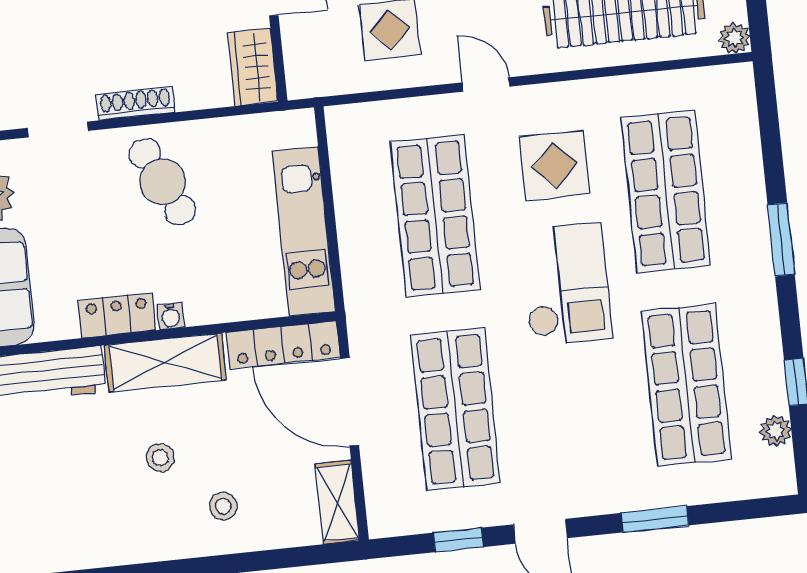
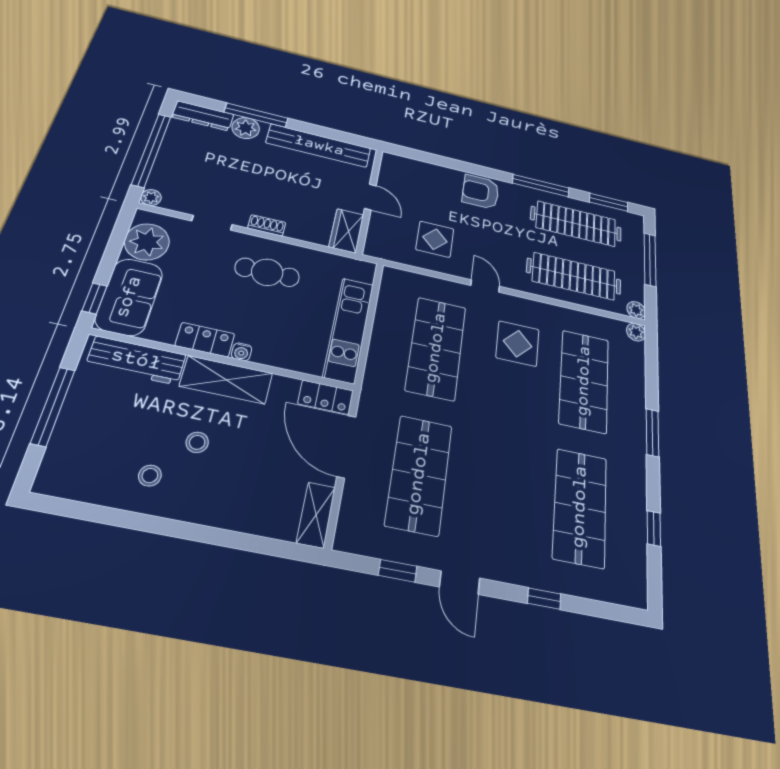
shoe rack: (135, 103) -> (267, 225), width x0.70
cafe table: (163, 182) -> (267, 272), turned -64
checkout: (566, 284) -> (511, 416), removed
locker: (283, 345) -> (326, 397), width x0.66
plant: (776, 431) -> (636, 332), moved
stool: (223, 506) -> (150, 476), moved
window: (655, 519) -> (544, 599), width x0.67

